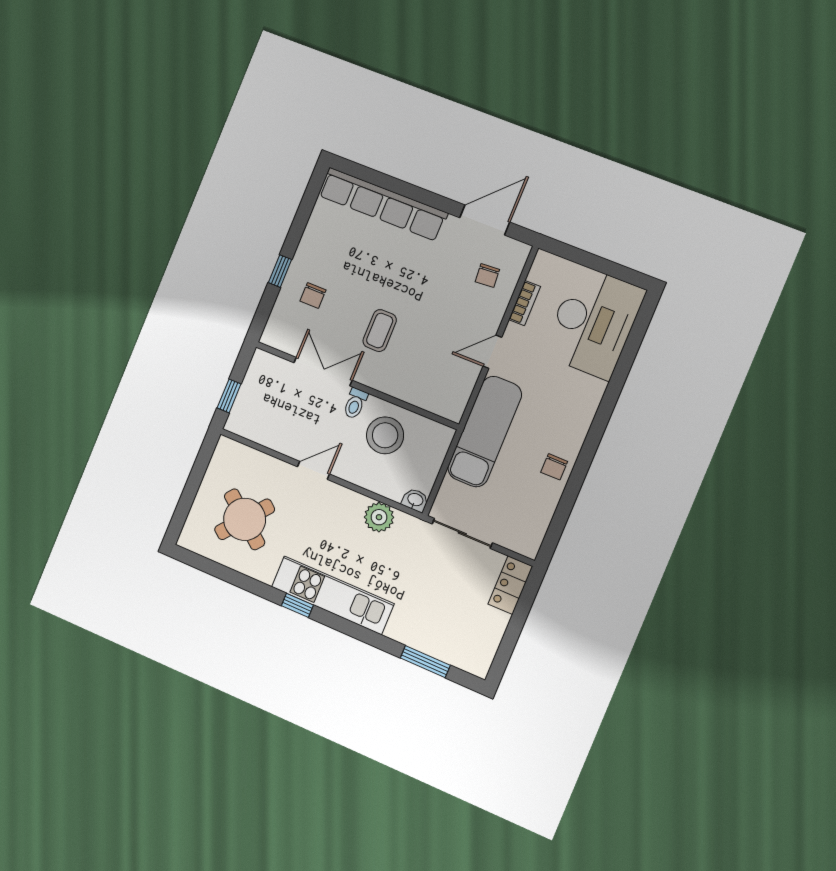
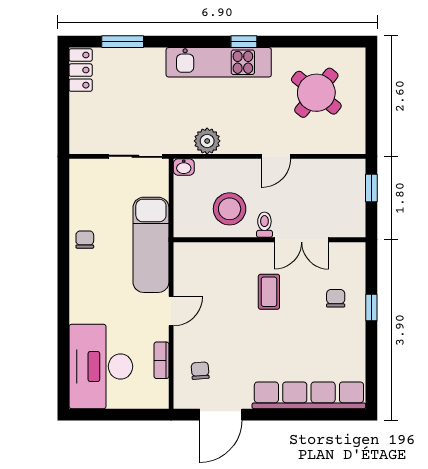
locker: (510, 585) -> (81, 70), moved

